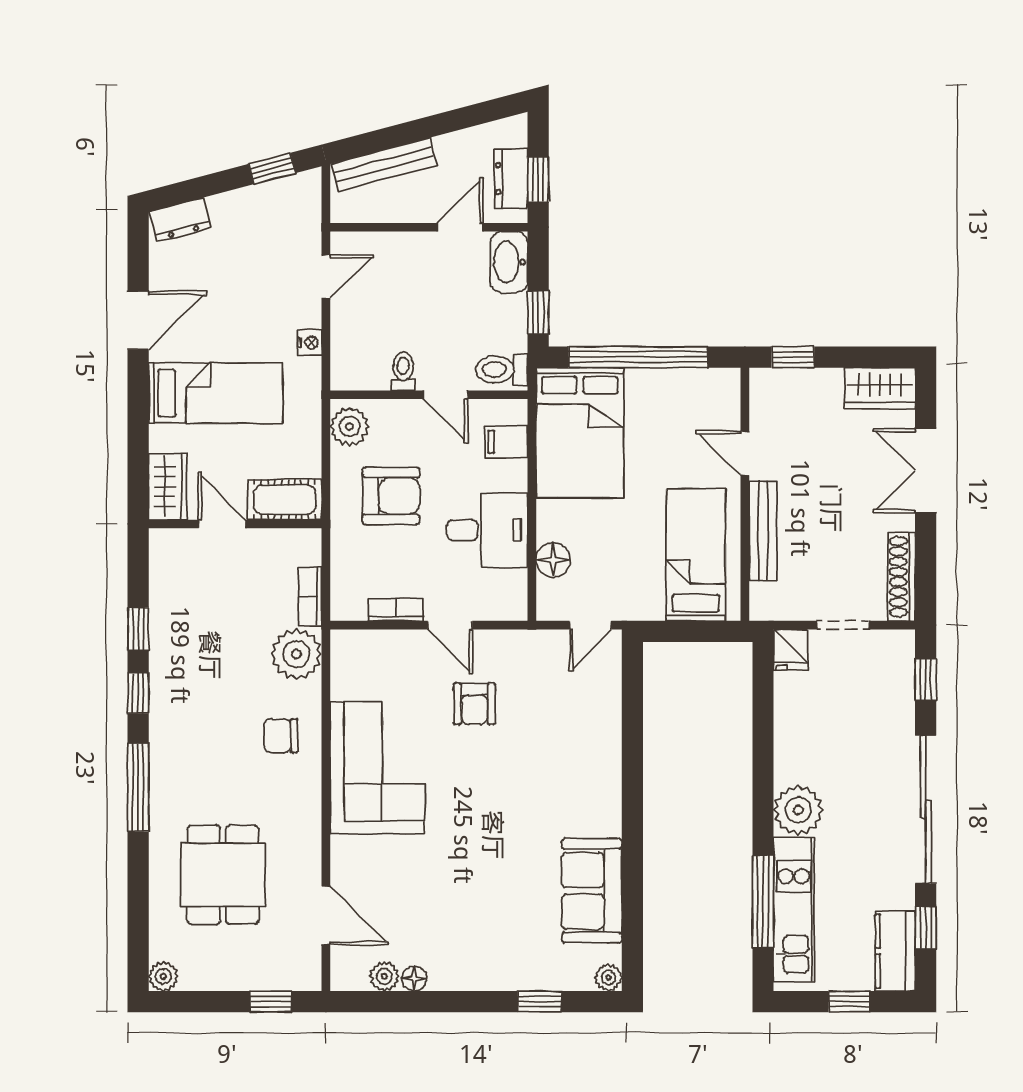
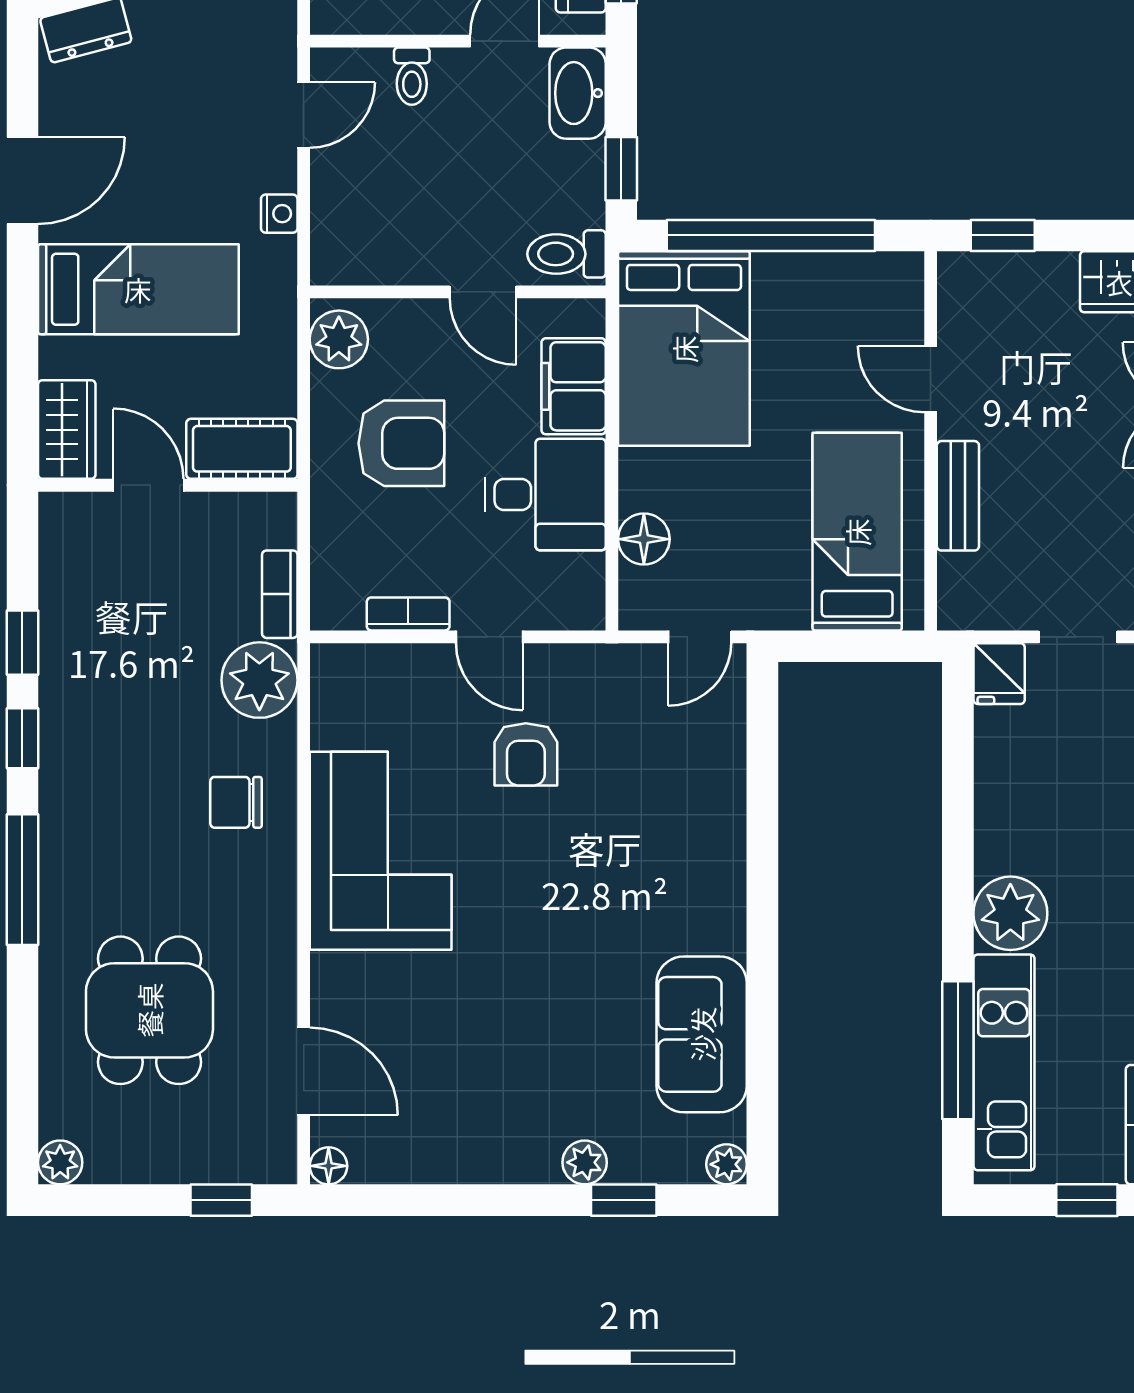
toilet: (403, 371) -> (412, 76), moved, turned 180
filing cabinet: (506, 442) -> (574, 386), width x2.00
bench: (763, 531) -> (958, 496), width x0.73
plant: (384, 976) -> (585, 1162), moved
floor lamp: (414, 979) -> (329, 1166), moved

